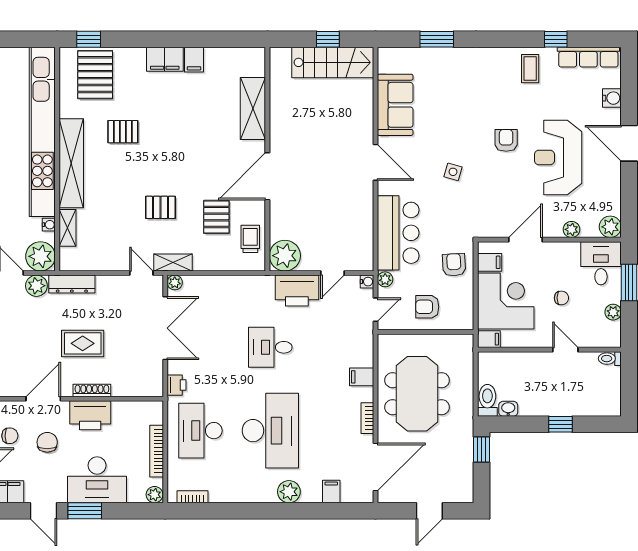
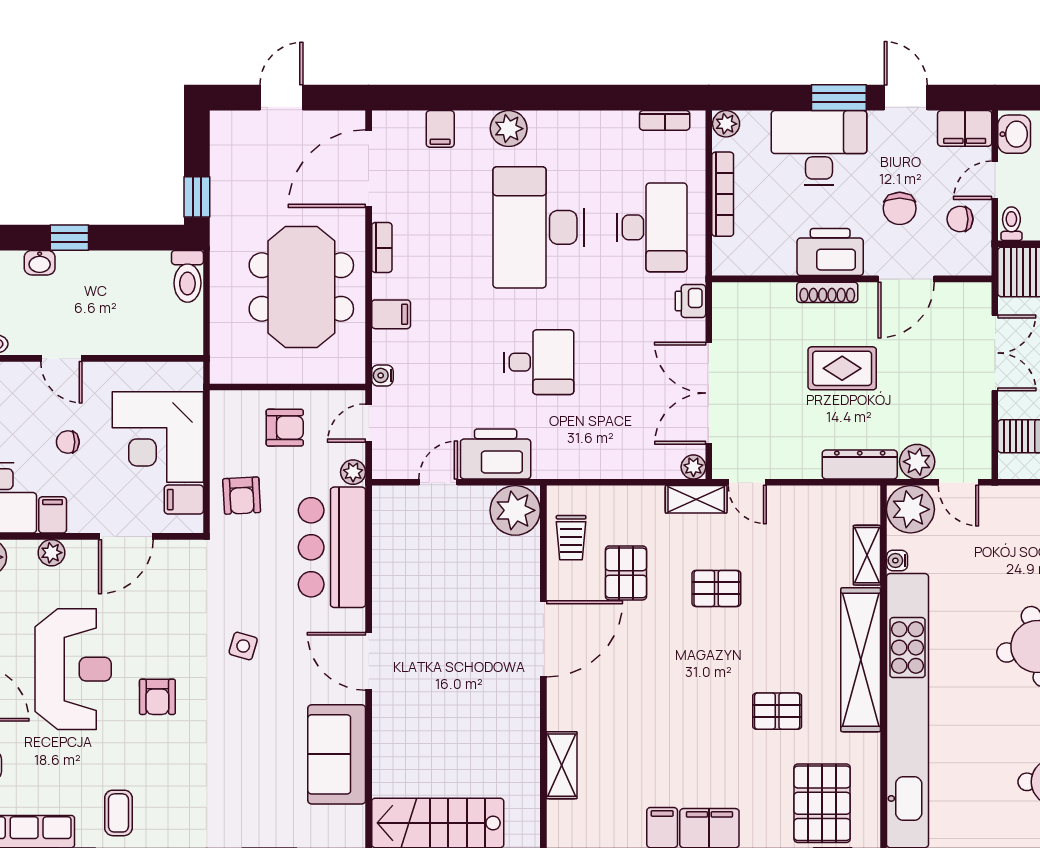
shelving: (253, 109) -> (562, 765), width x0.67, depth x0.75
water cooler: (367, 282) -> (382, 375), moved
filing cabinet: (489, 339) -> (53, 515), moved, turned 90
washbasin: (508, 409) -> (40, 263), moved

